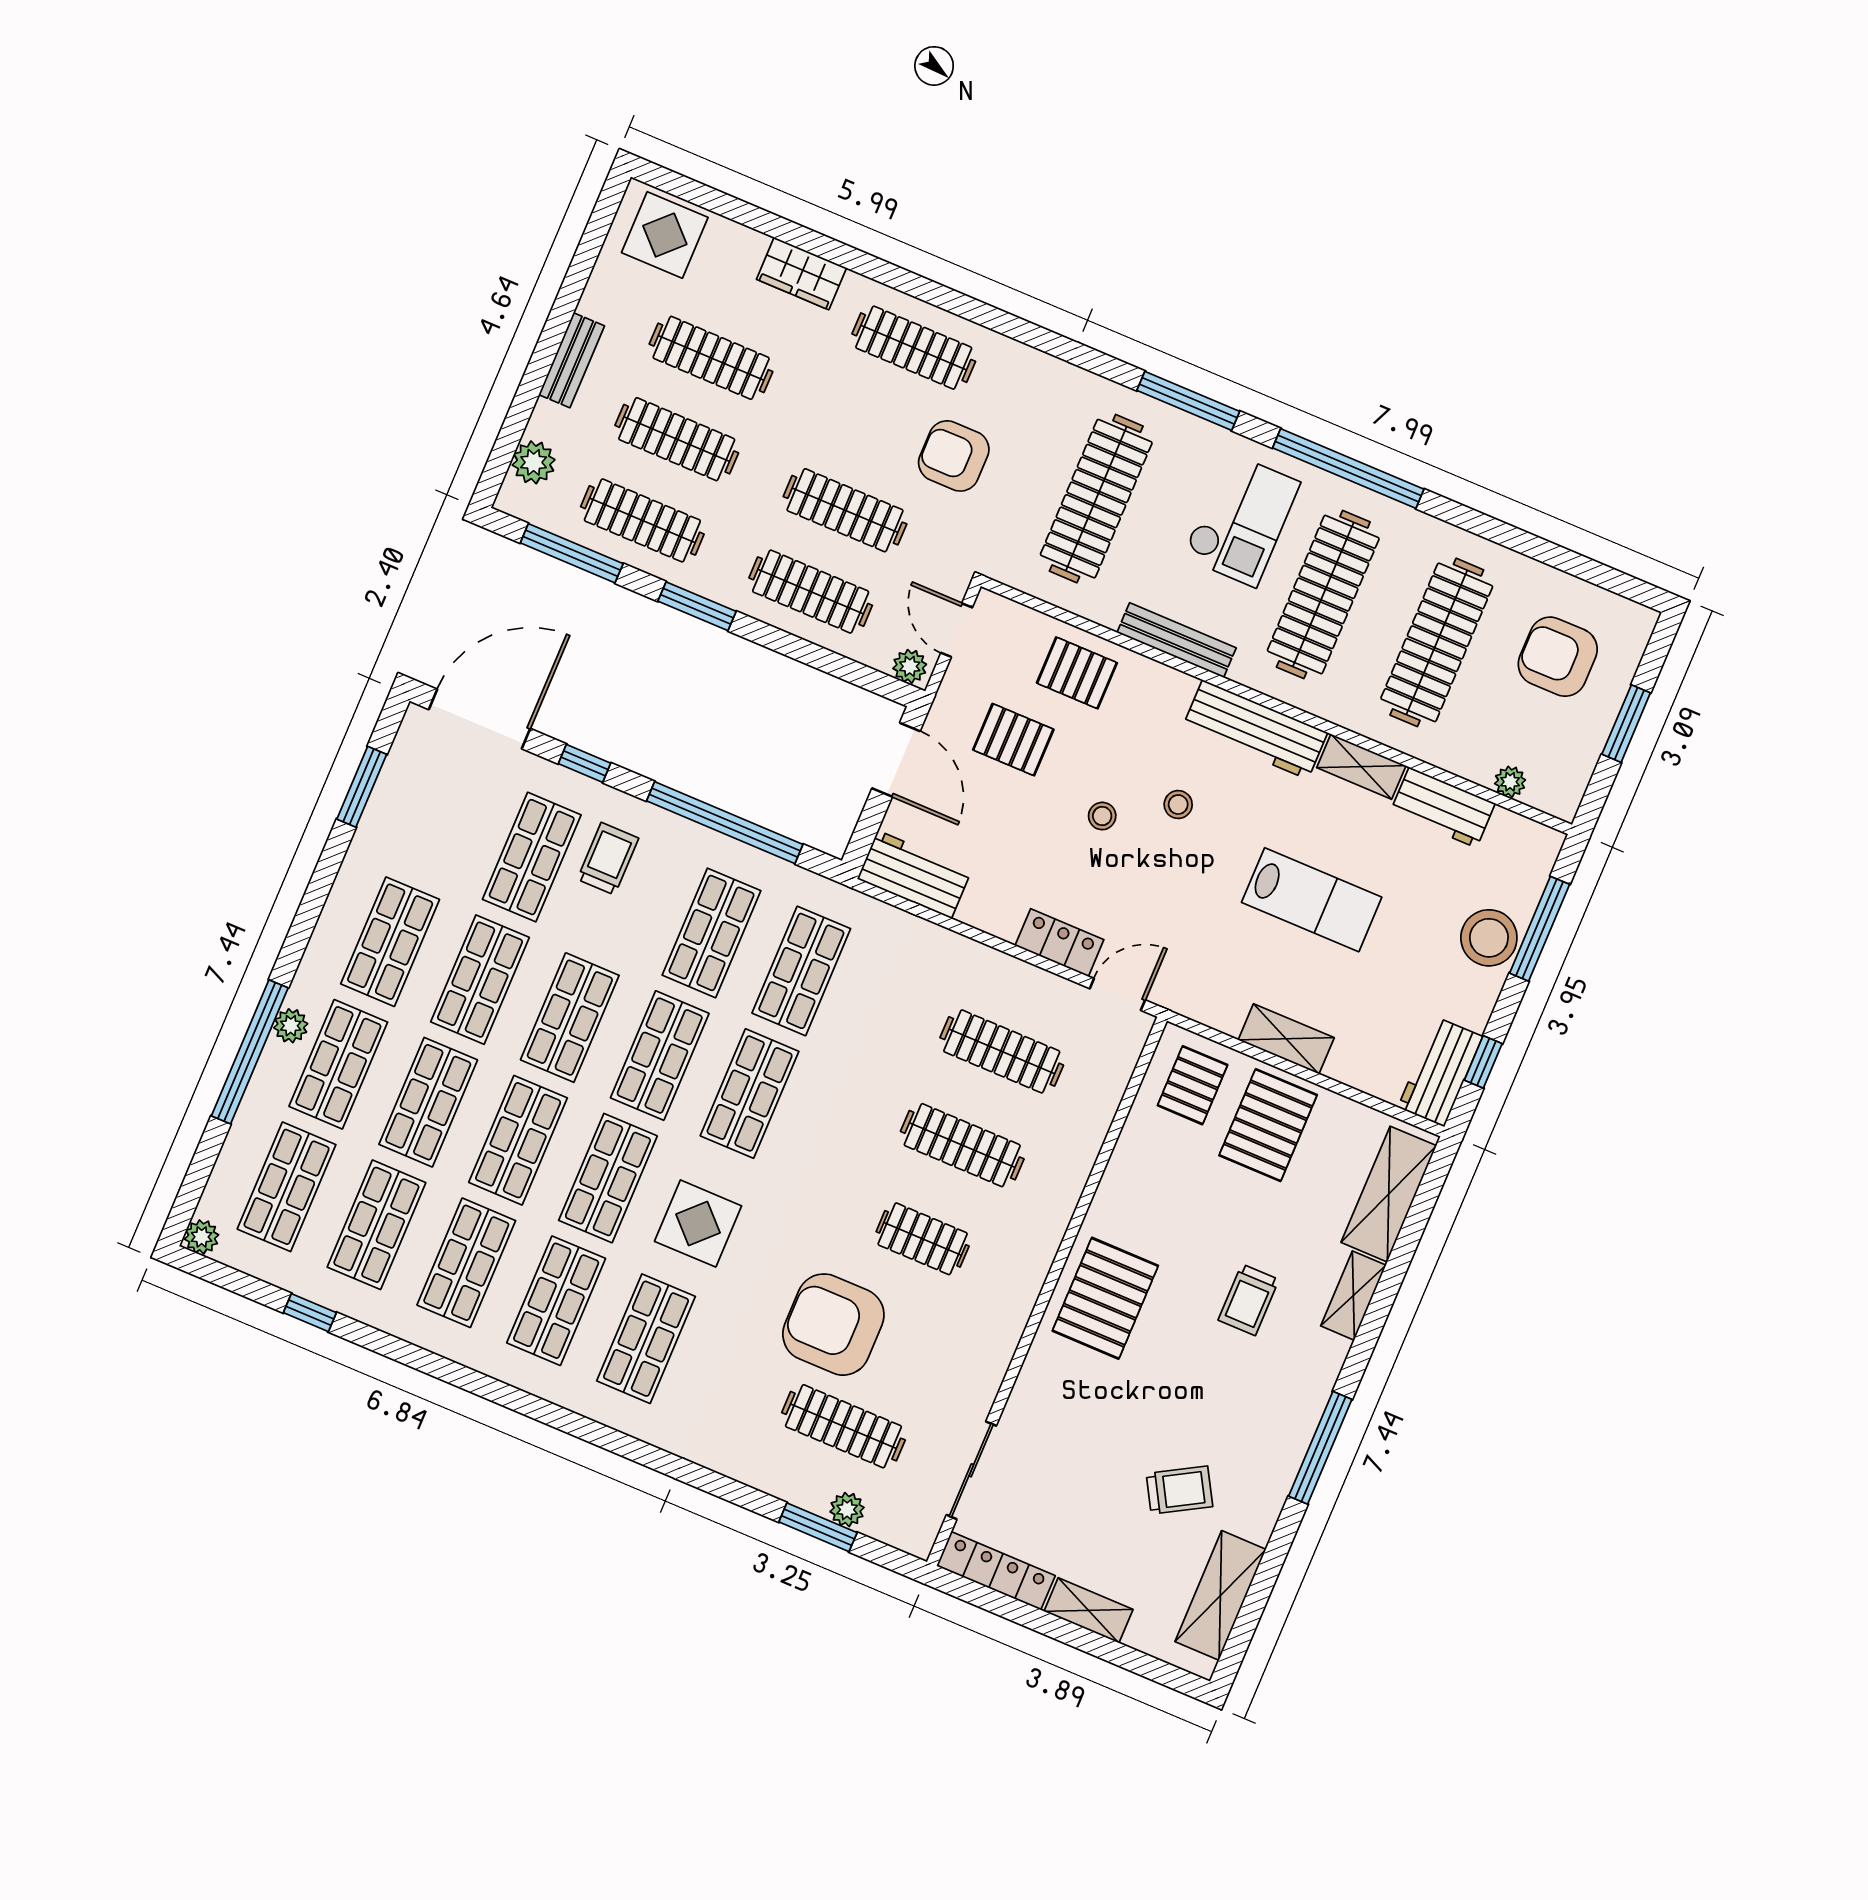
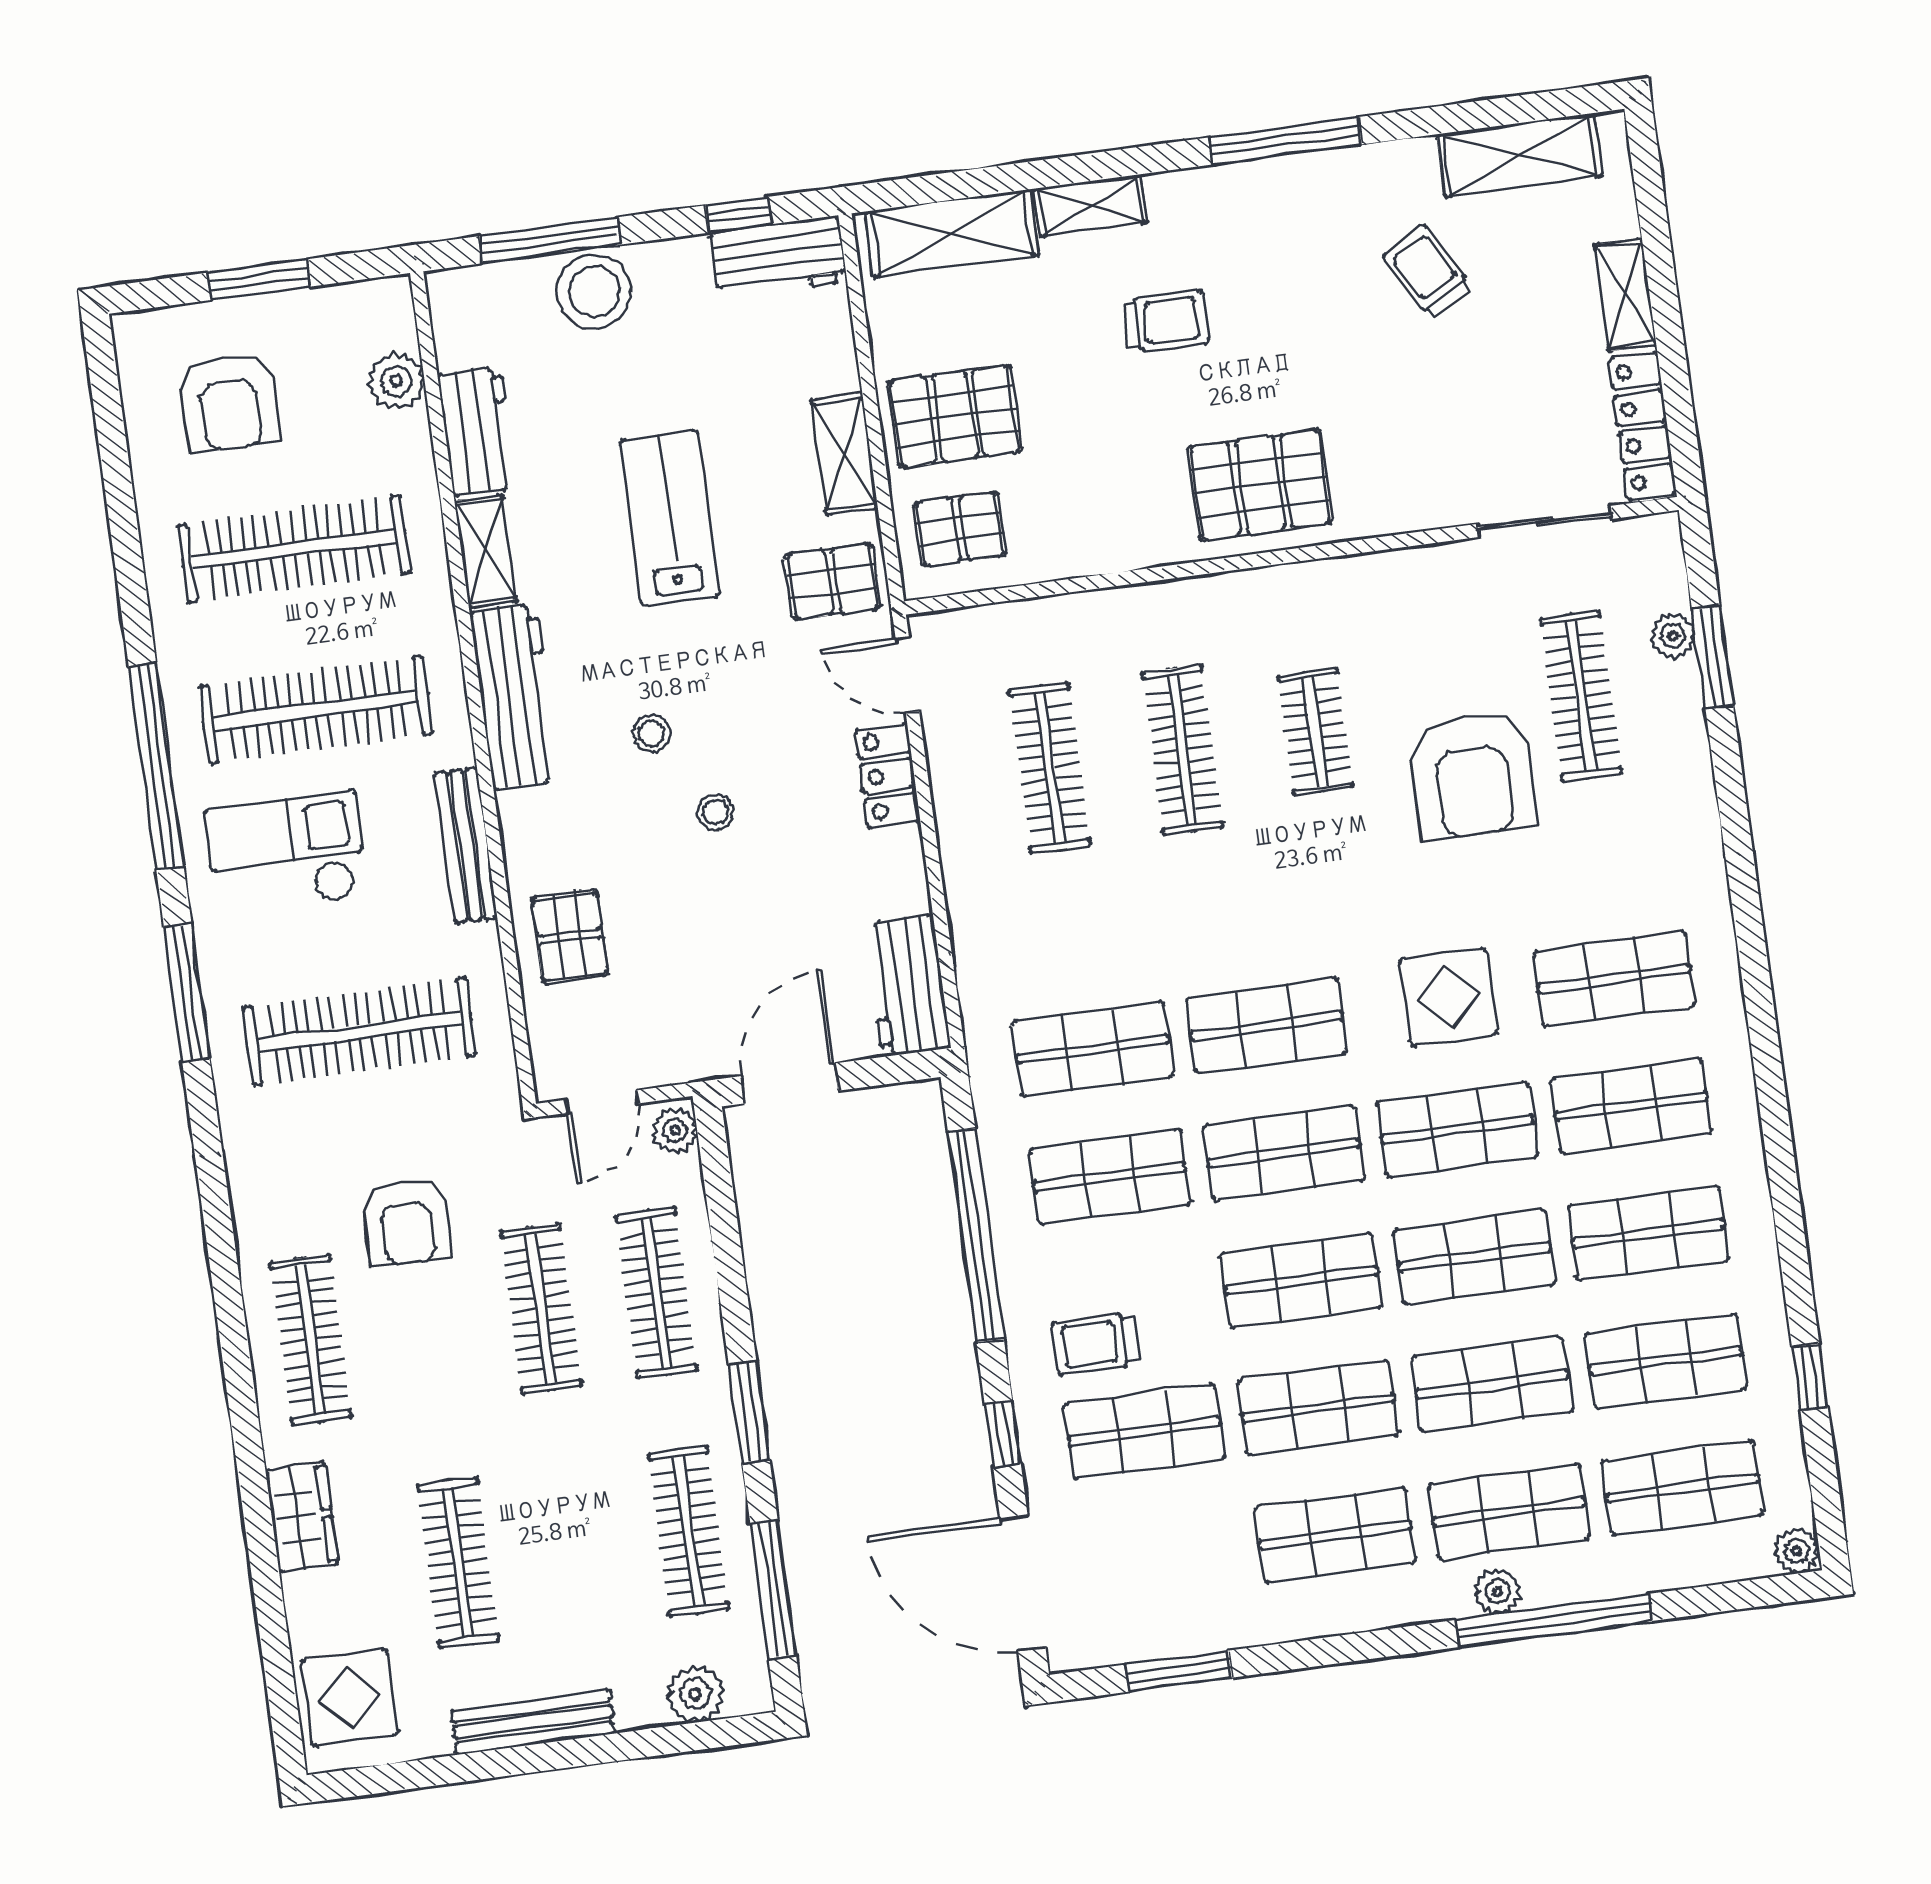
bench: (572, 360) -> (533, 1722), width x1.36
clothes rail: (677, 439) -> (573, 1547), removed
pallet: (1013, 740) -> (832, 581), moved, turned 90
plant: (1510, 782) -> (396, 381), width x1.38, depth x1.38

